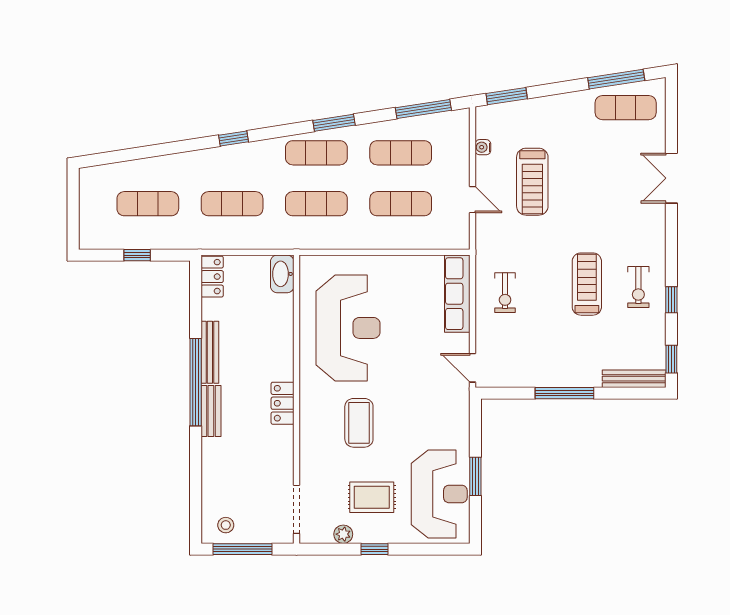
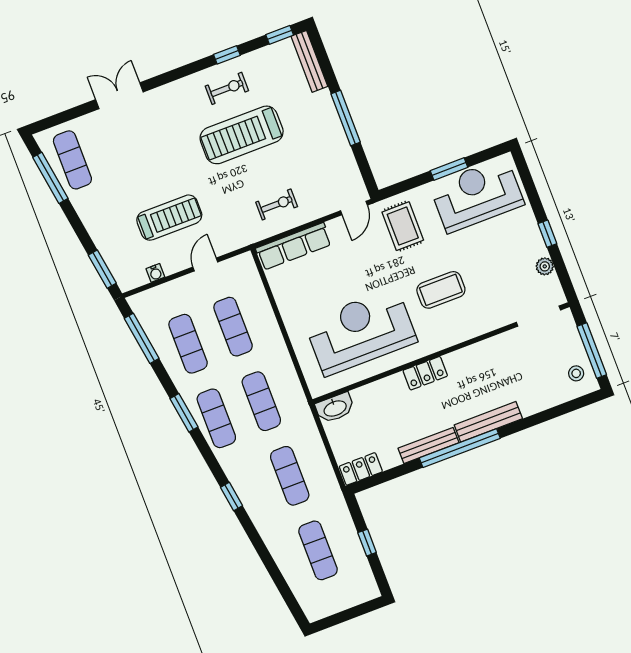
double door: (671, 178) -> (119, 96), swing flipped
treadmill: (587, 284) -> (242, 135), width x1.37, depth x1.38
locker: (283, 403) -> (425, 373), moved
bench: (211, 411) -> (488, 422), width x1.36
rug: (372, 497) -> (403, 226), moved

